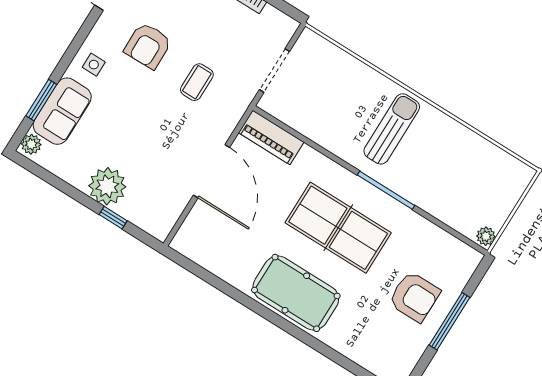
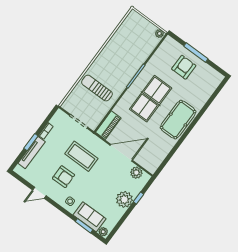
coffee table: (197, 82) -> (81, 156), width x1.86, depth x1.72
sun lounger: (392, 129) -> (97, 88), moved
plant: (169, 209) -> (136, 173), added

